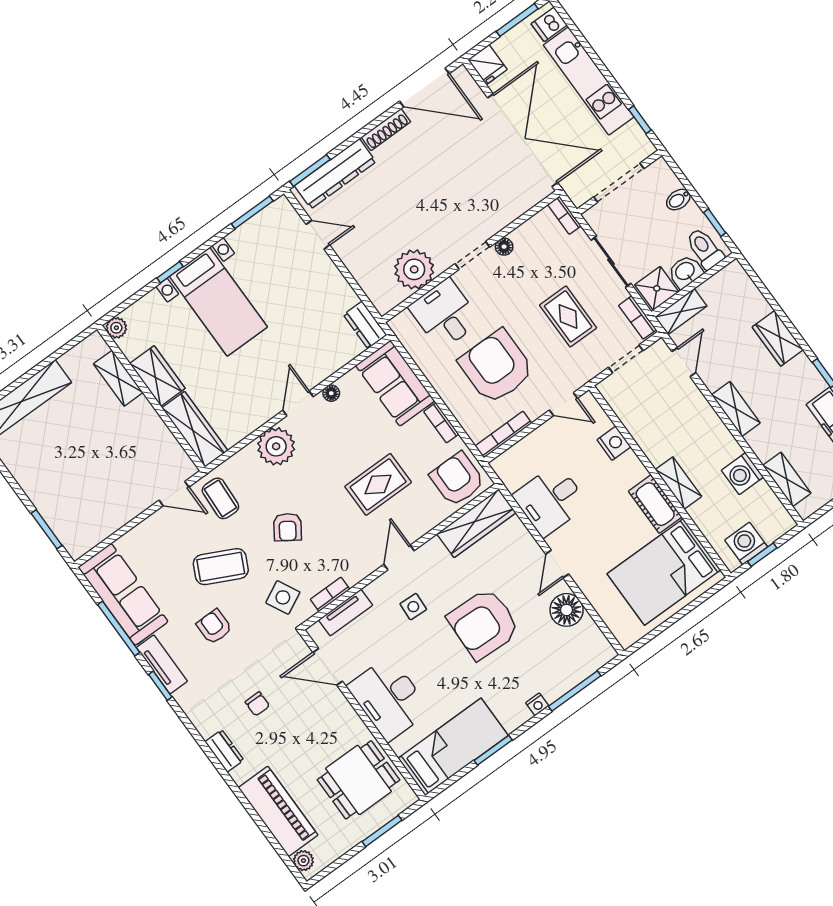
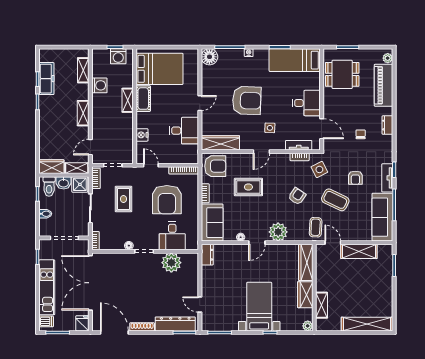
wardrobe: (778, 338) -> (52, 167), moved, turned -90
armchair: (457, 479) -> (215, 166), turned -90
shelving: (121, 510) -> (359, 251), added
floor lamp: (567, 610) -> (209, 57), moved
desk: (389, 698) -> (306, 103), width x0.73

